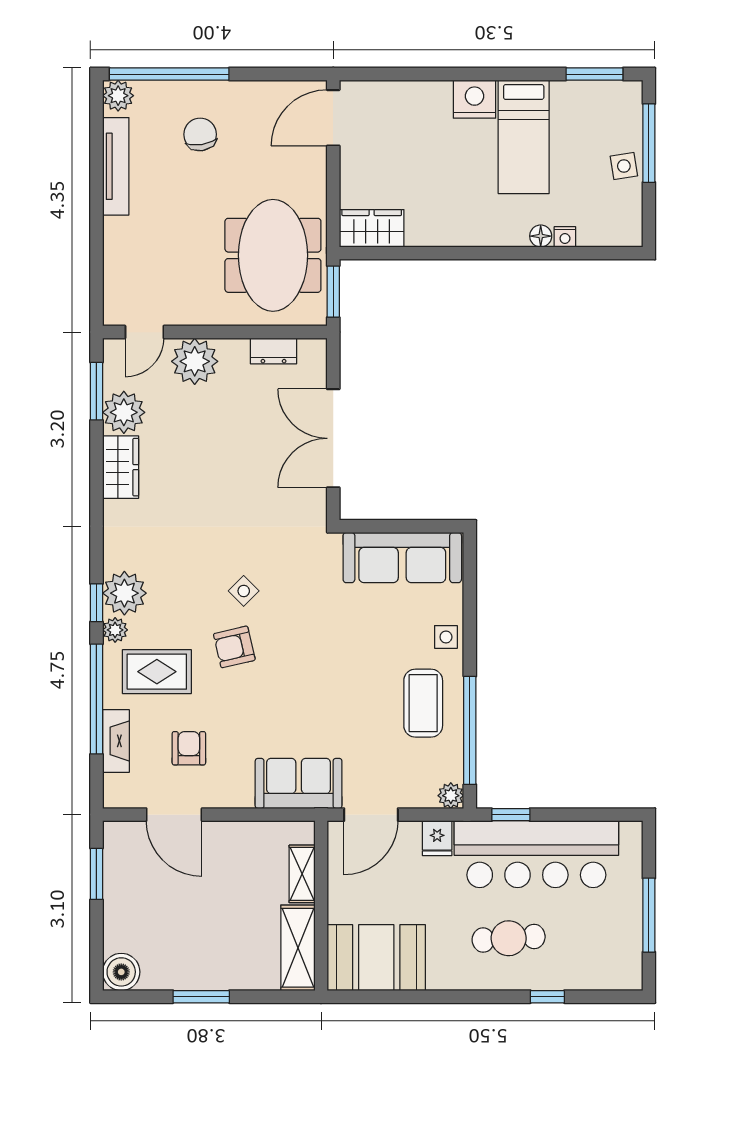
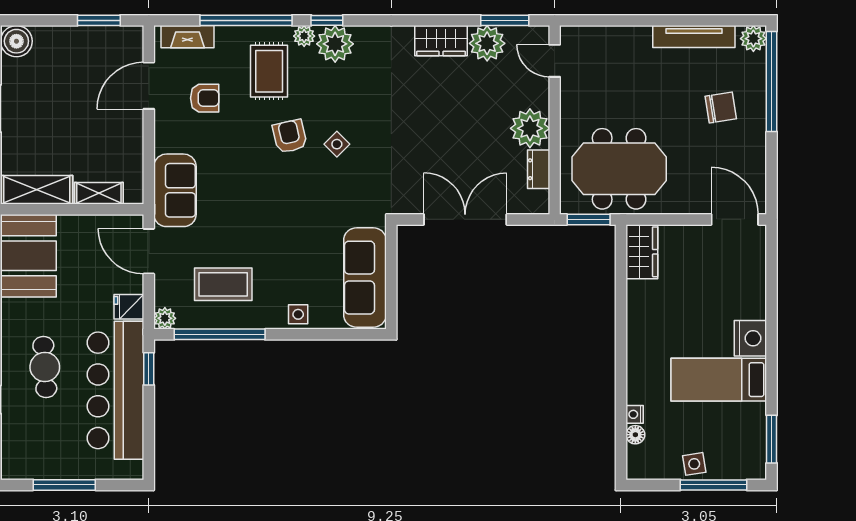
floor lamp: (541, 236) -> (635, 435), moved
plant: (195, 361) -> (530, 128), moved
coffee table: (423, 703) -> (223, 284), moved
fireplace: (116, 741) -> (187, 37), moved

